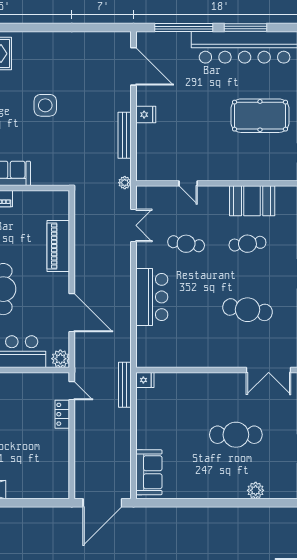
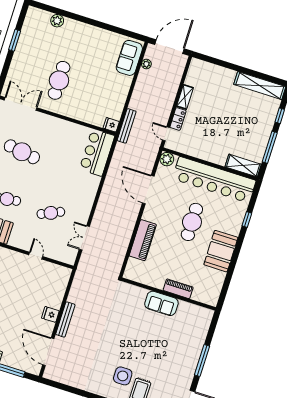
side table: (45, 105) -> (123, 376), moved
bench: (125, 135) -> (65, 319), moved
plant: (125, 183) -> (146, 64), moved
cafe table: (186, 244) -> (51, 213), turned -33
bar counter: (152, 297) -> (97, 153), moved
cafe table: (236, 435) -> (59, 80), moved, turned 90
shelving: (62, 445) -> (185, 97), added

